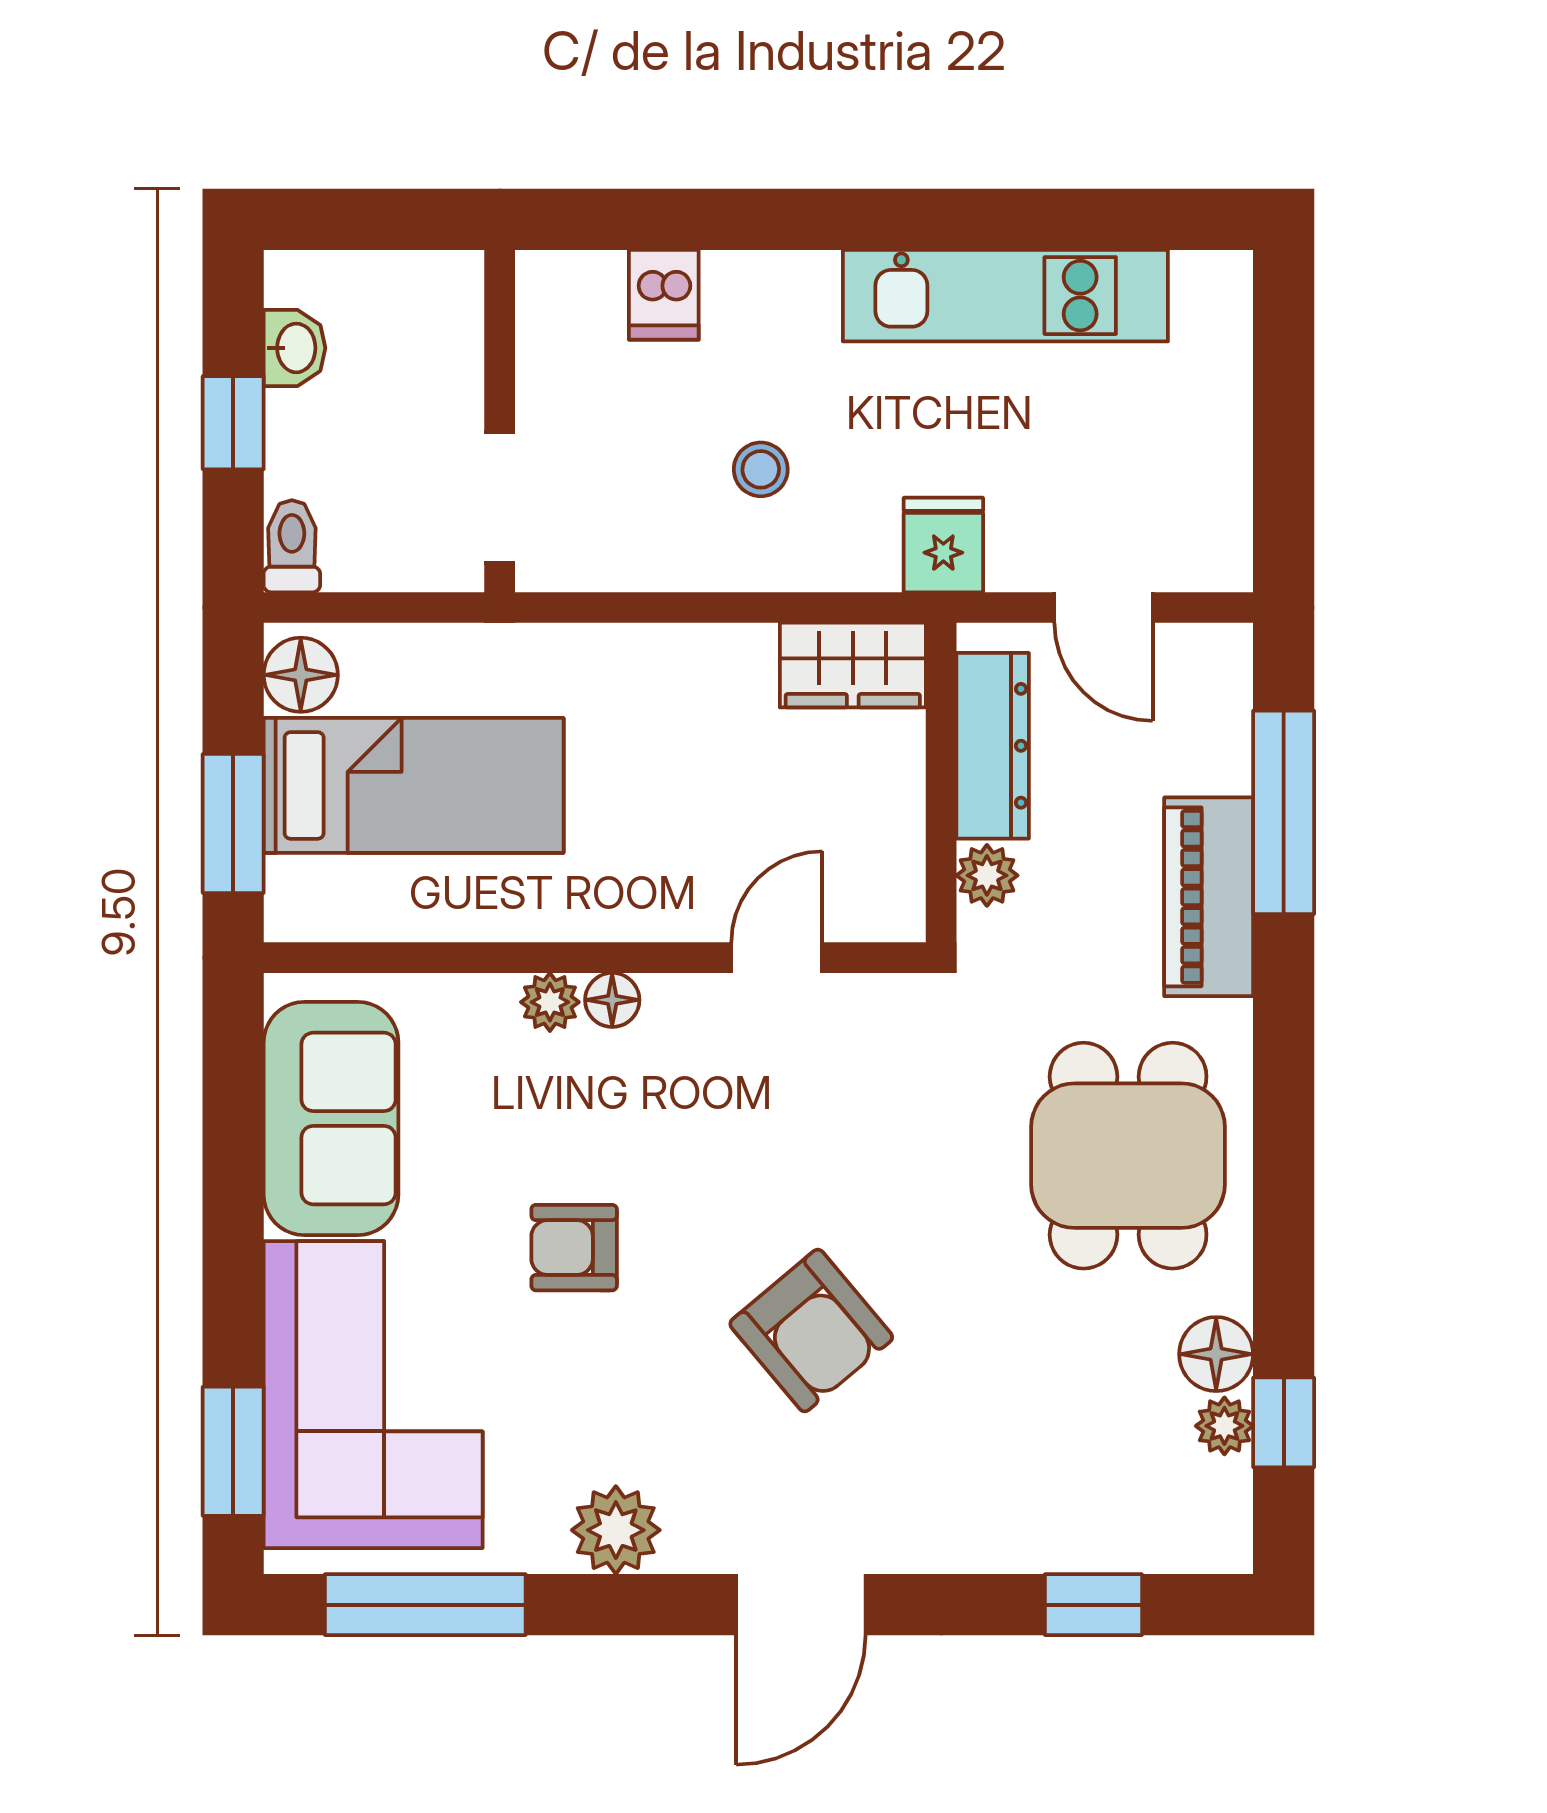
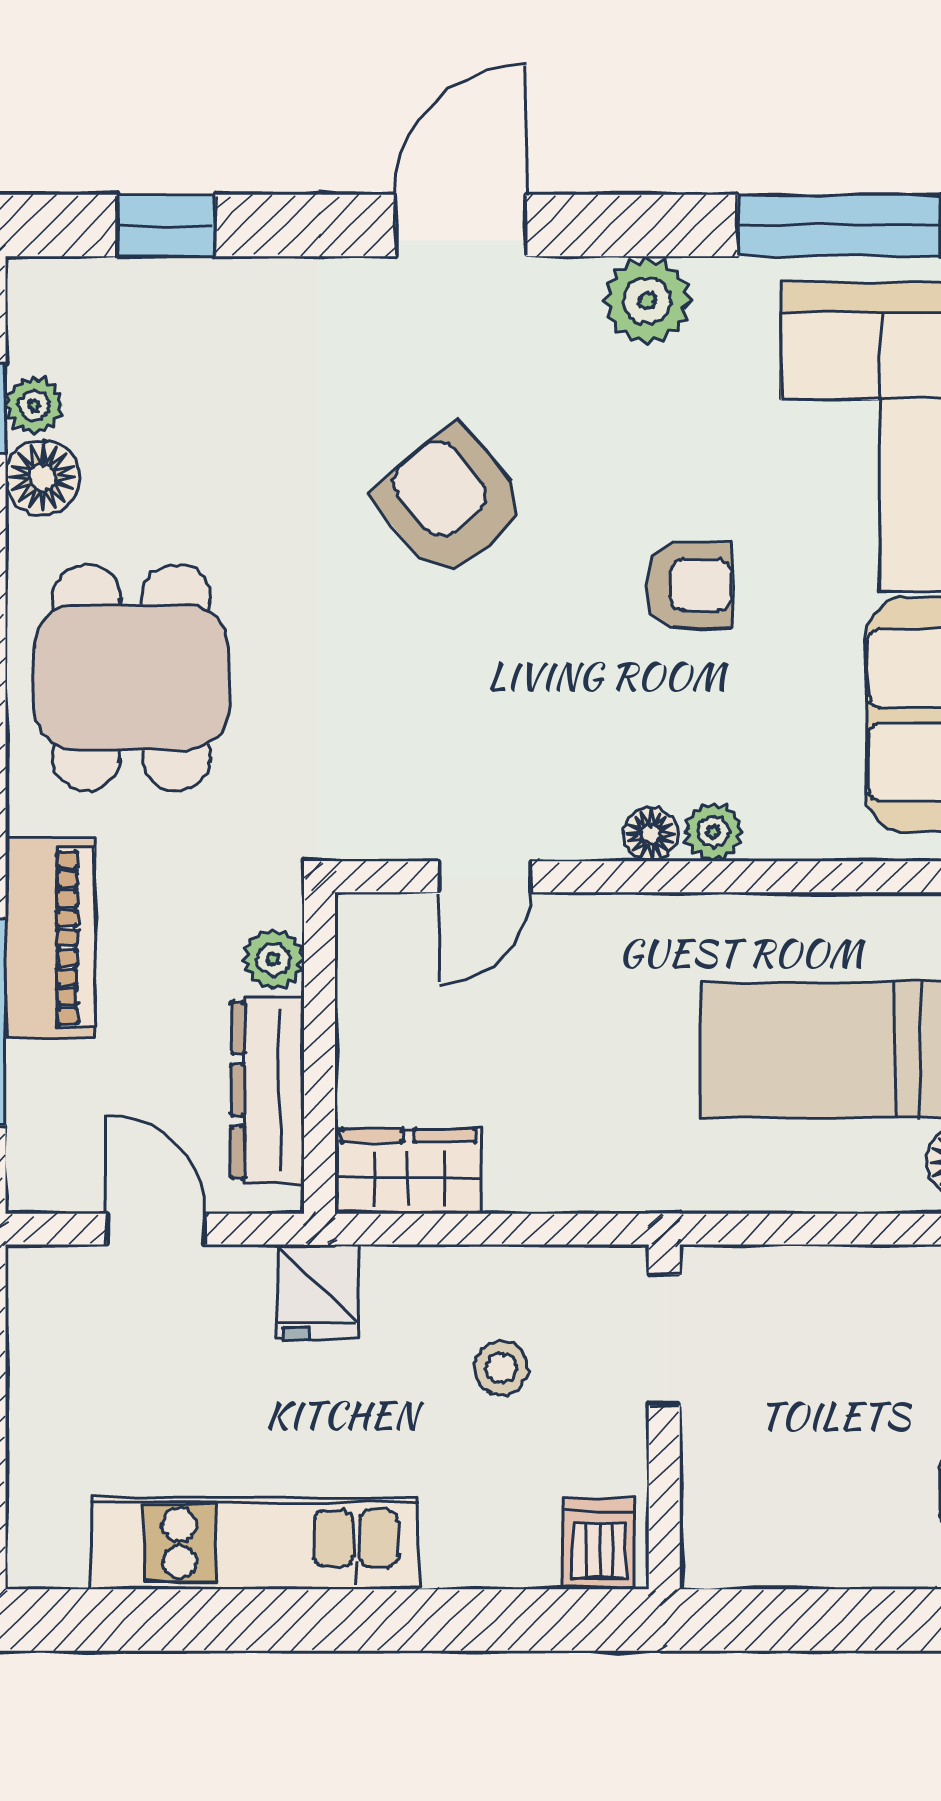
wall: (500, 421) -> (664, 1417), moved
doorway: (500, 497) -> (664, 1340), moved

